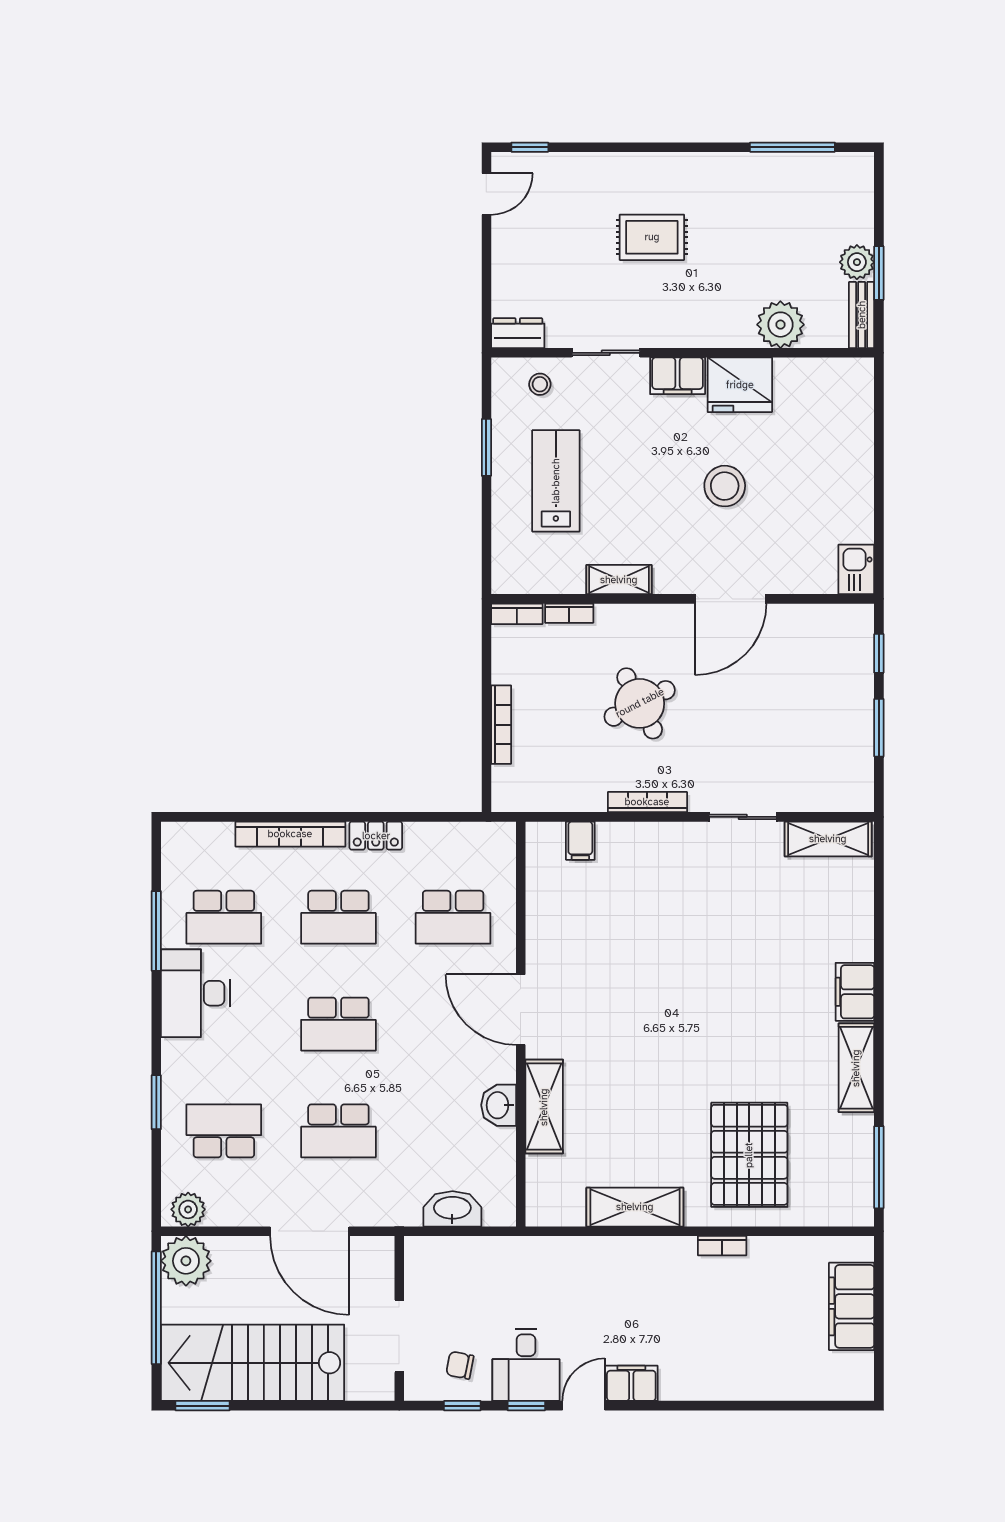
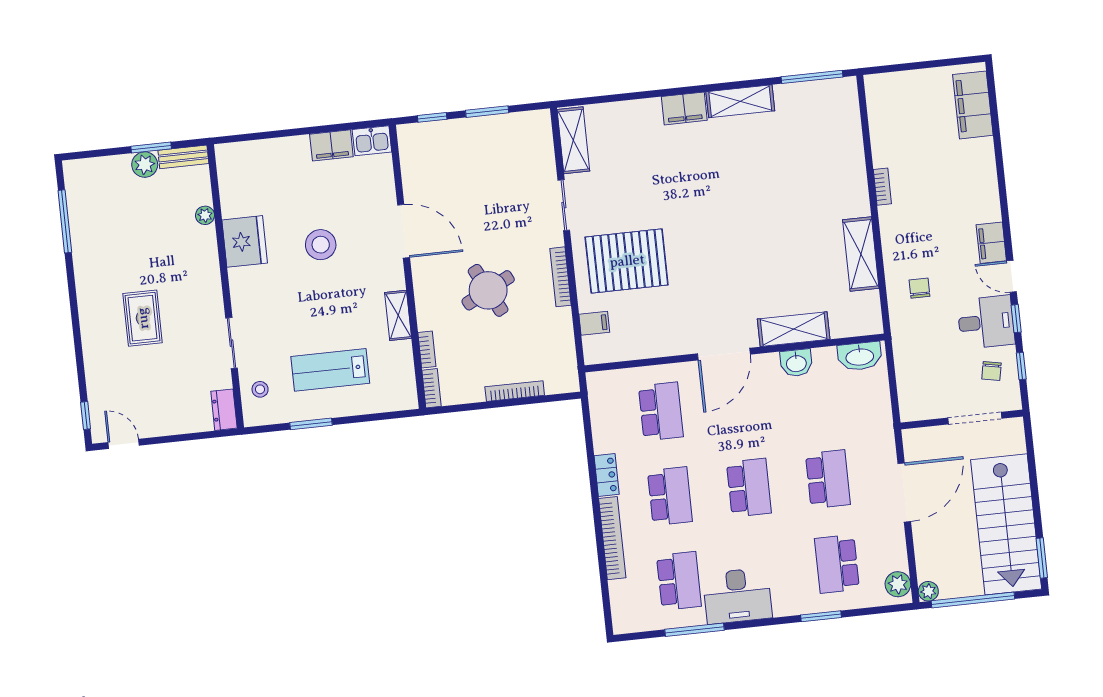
plant: (780, 325) -> (205, 215), width x0.53, depth x0.53
filing cabinet: (678, 376) -> (331, 145), moved, turned 90
pallet: (749, 1155) -> (627, 261), moved
washbasin: (452, 1209) -> (860, 356), moved, turned -90
plant: (186, 1261) -> (928, 591), width x0.53, depth x0.53
chair: (581, 1281) -> (920, 288), added
filing cabinet: (852, 1306) -> (973, 105), moved, turned 90

